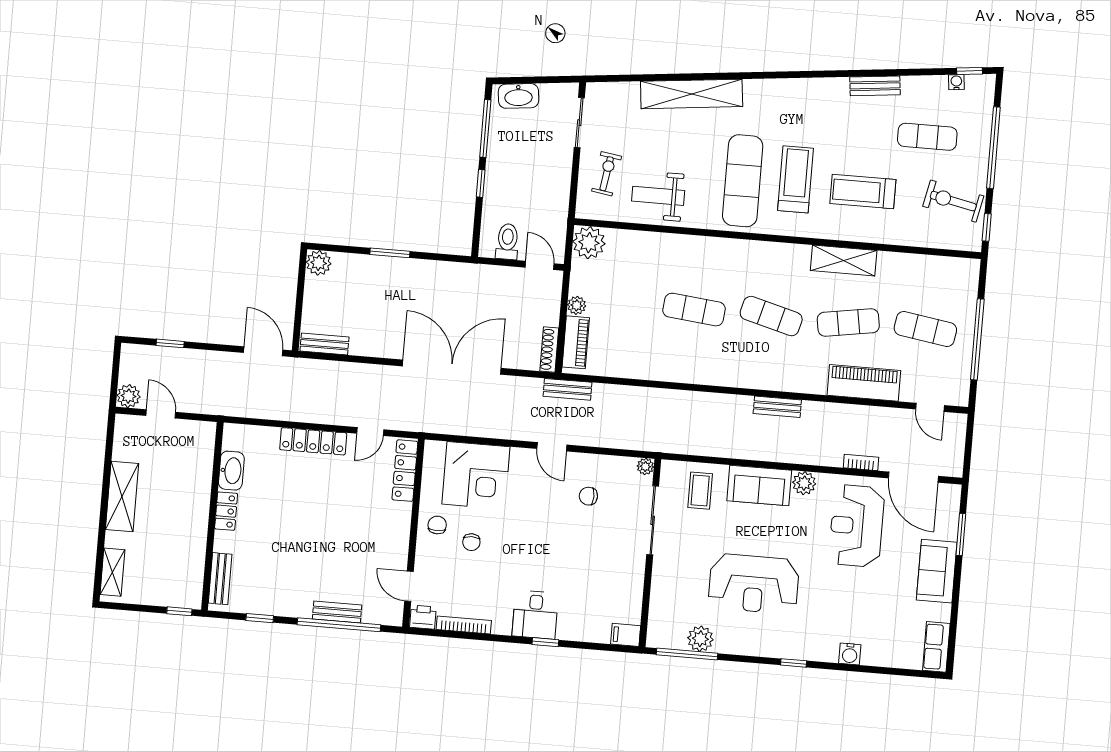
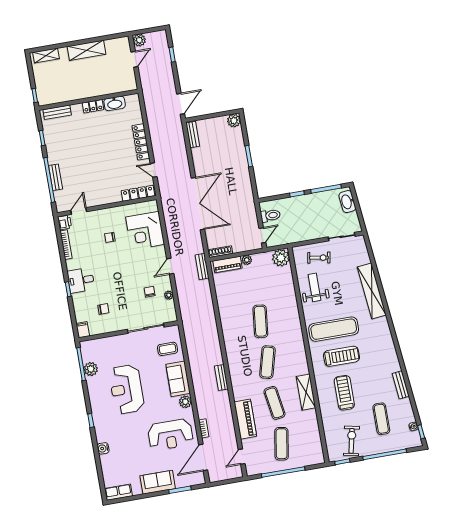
plant: (645, 466) -> (169, 295), moved
chair: (437, 525) -> (103, 309), moved
reception desk: (857, 526) -> (170, 435), turned 180

